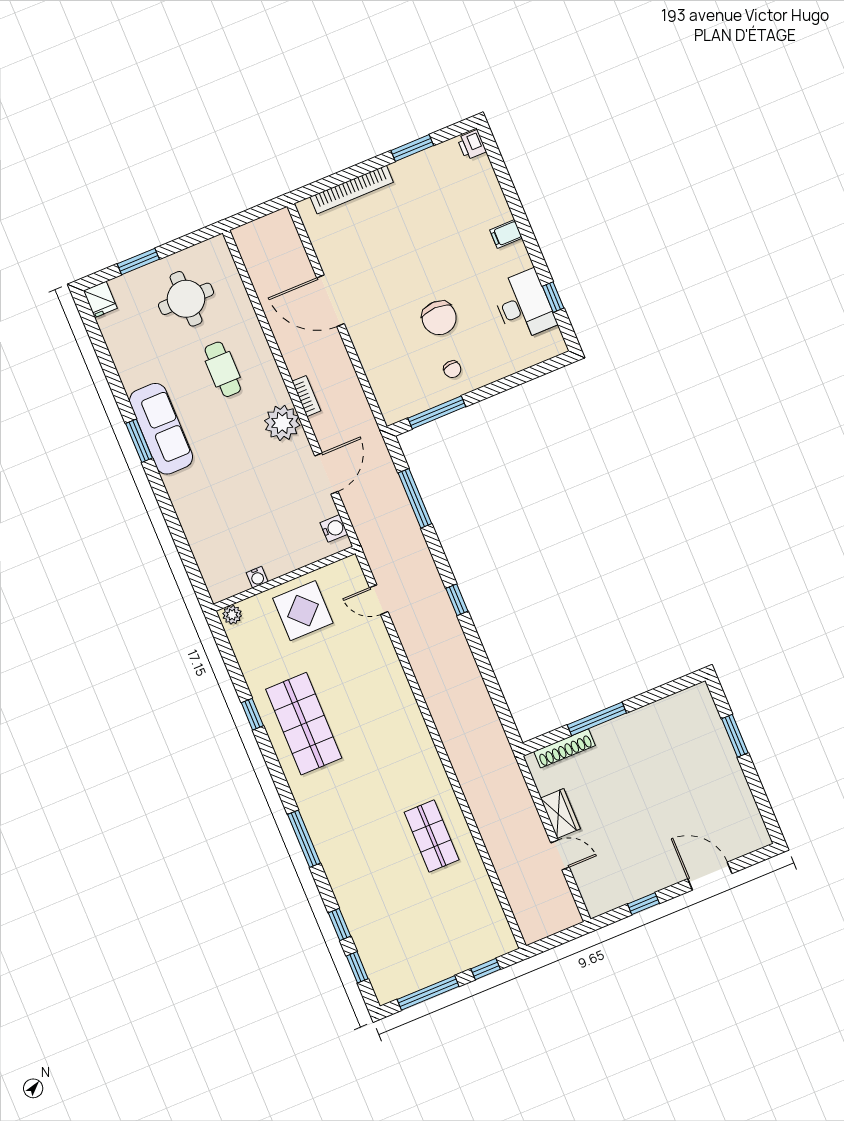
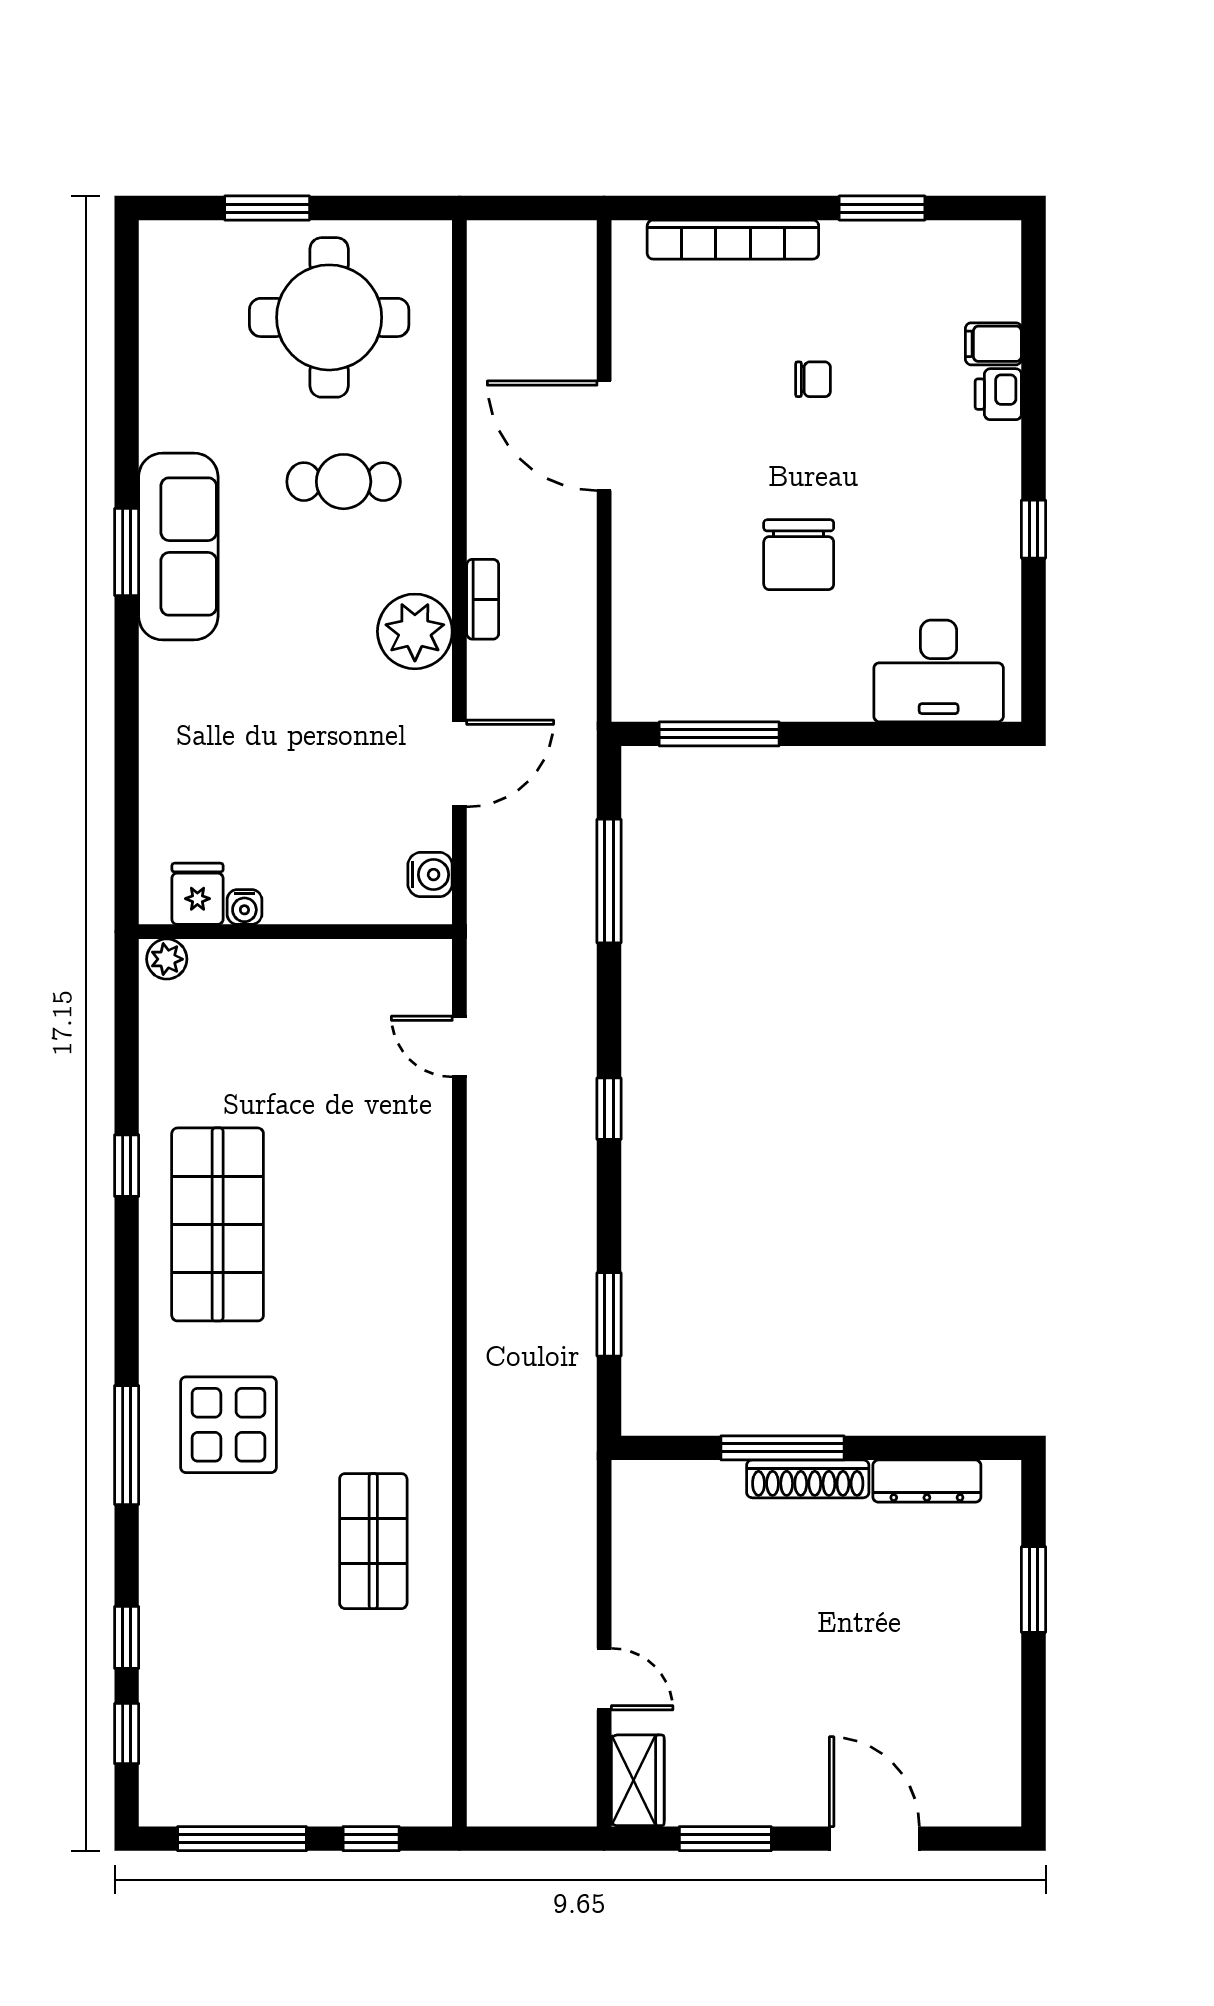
printer: (472, 145) -> (998, 394), moved
filing cabinet: (506, 234) -> (993, 344), moved
window: (553, 297) -> (1034, 529), moved
fridge: (100, 299) -> (197, 894), moved, turned 180
round table: (186, 299) -> (329, 317), width x1.36, depth x1.36
desk: (524, 305) -> (939, 671), moved, turned 90
cafe table: (223, 369) -> (344, 482), turned 90
chair: (452, 369) -> (813, 379), moved, turned -83
display table: (303, 611) -> (228, 1425), moved
window: (495, 691) -> (609, 1314), added
dresser: (667, 707) -> (927, 1481), added
shoe rack: (565, 748) -> (808, 1479), moved
wardrobe: (560, 813) -> (638, 1780), moved
window: (643, 904) -> (725, 1839), width x1.50

